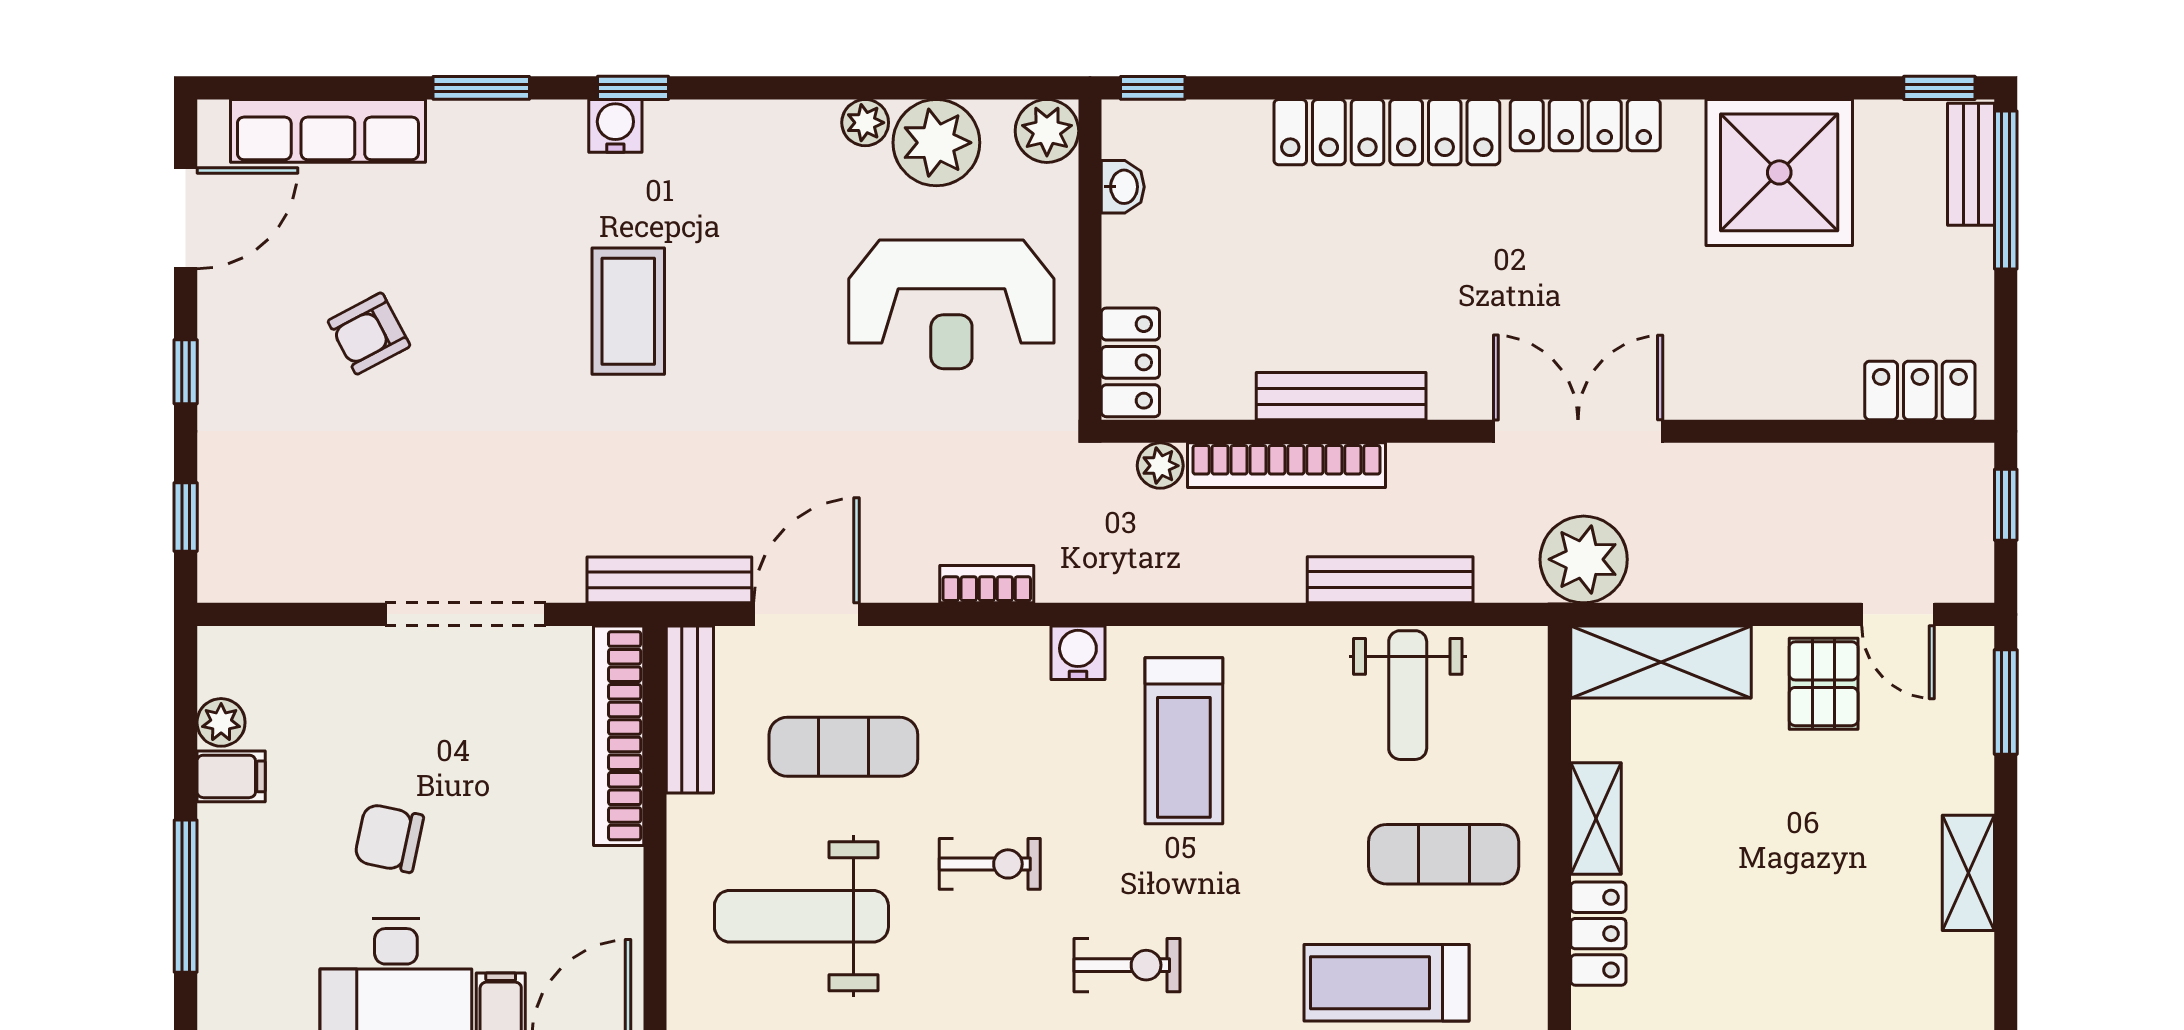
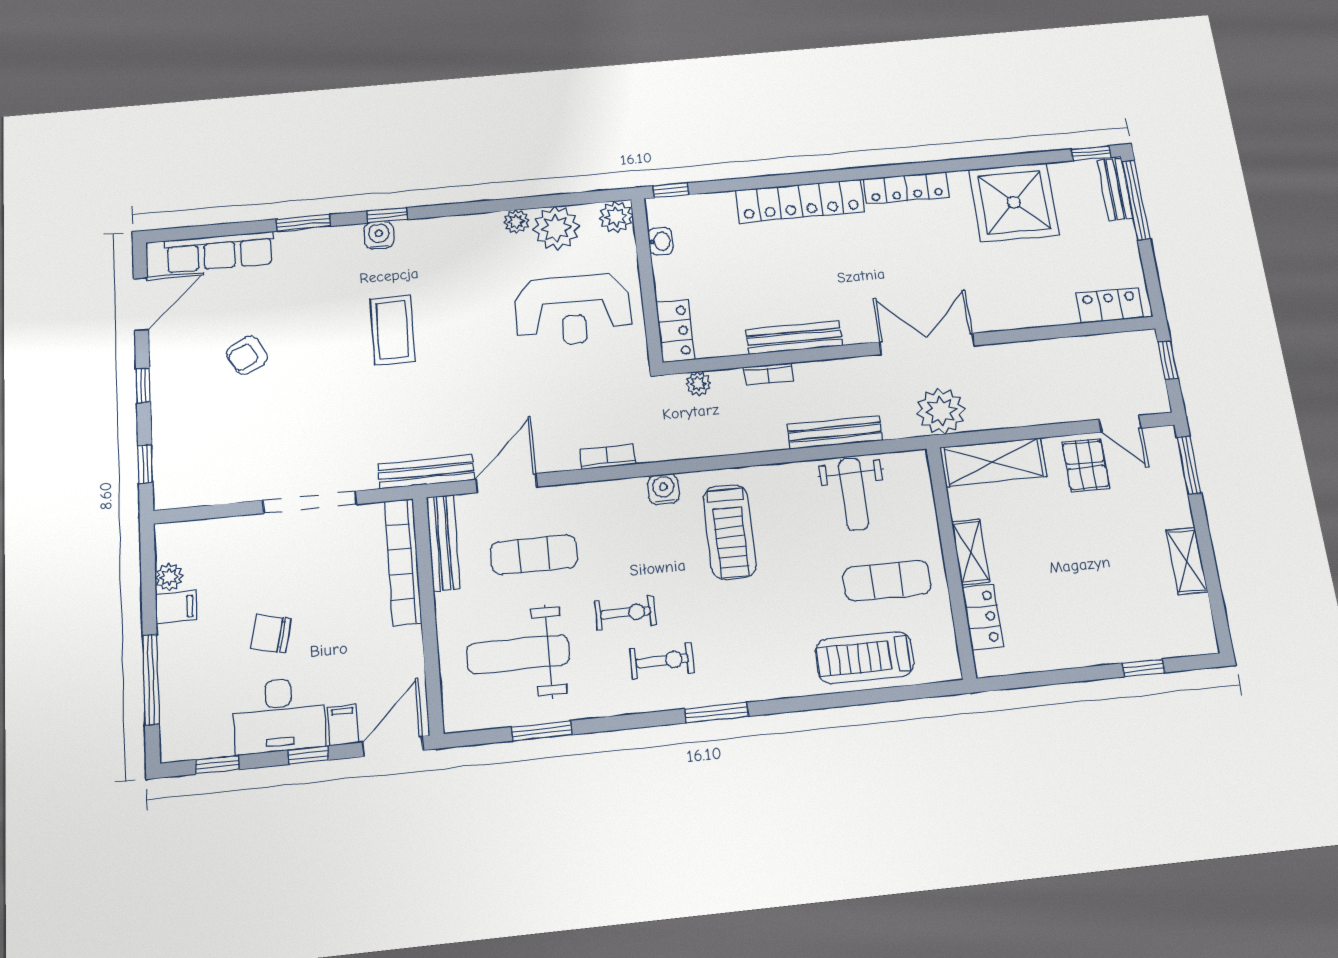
bookcase: (1286, 465) -> (768, 374), width x0.43, depth x0.76
exercise bike: (1127, 965) -> (662, 661), moved

